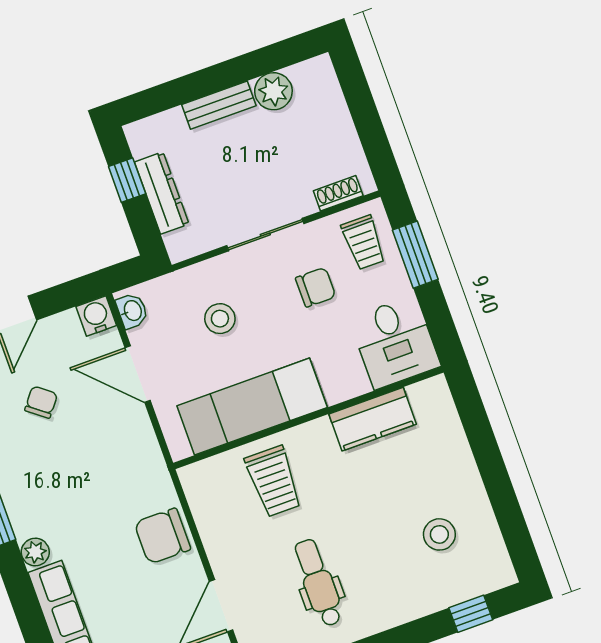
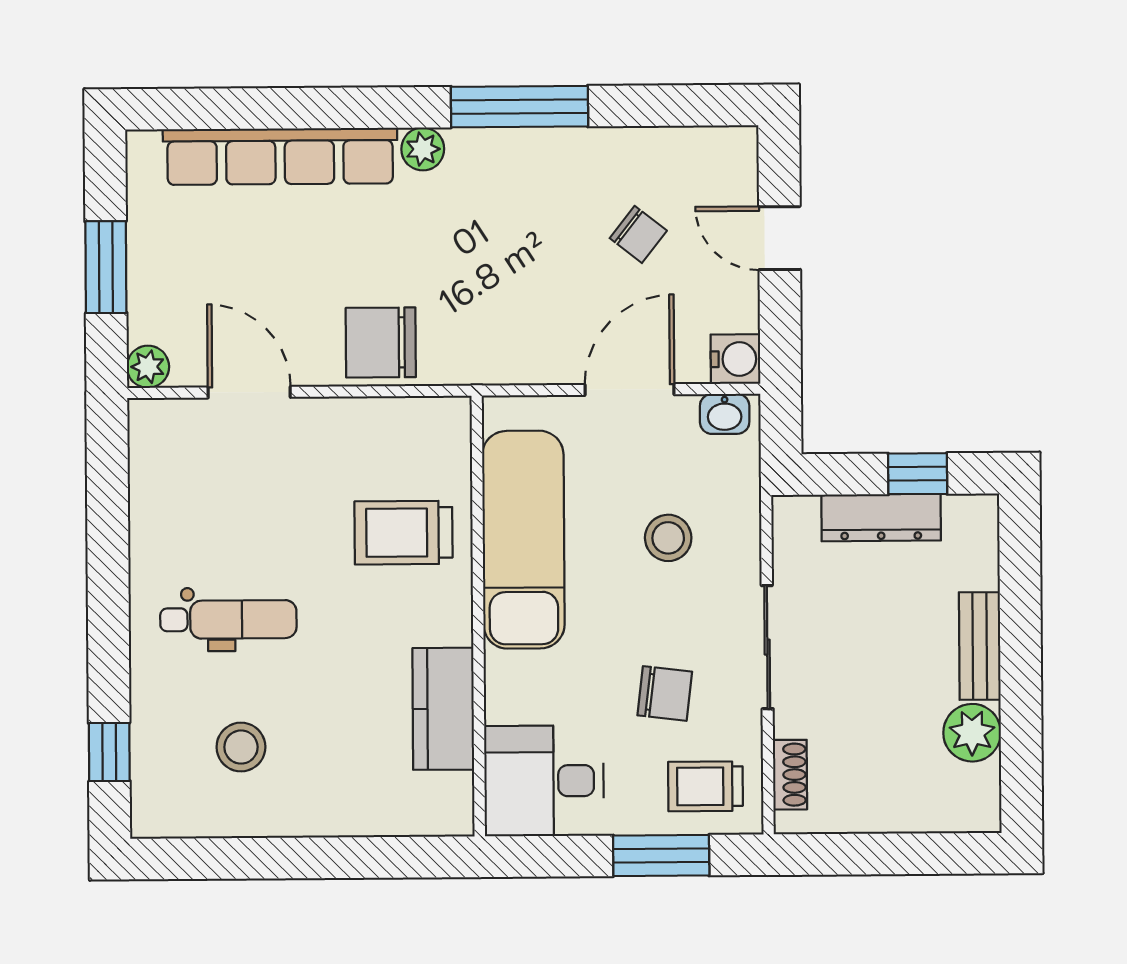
chair: (316, 287) -> (665, 694), turned -83
chair: (162, 536) -> (381, 342), turned -90
dental chair: (318, 583) -> (228, 619), moved

